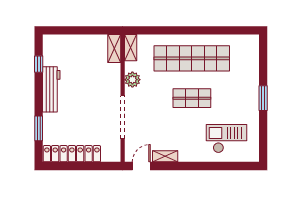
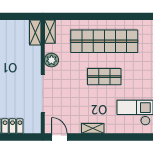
shelving: (165, 156) -> (93, 128), moved
door: (141, 166) -> (59, 137), hinge flipped

